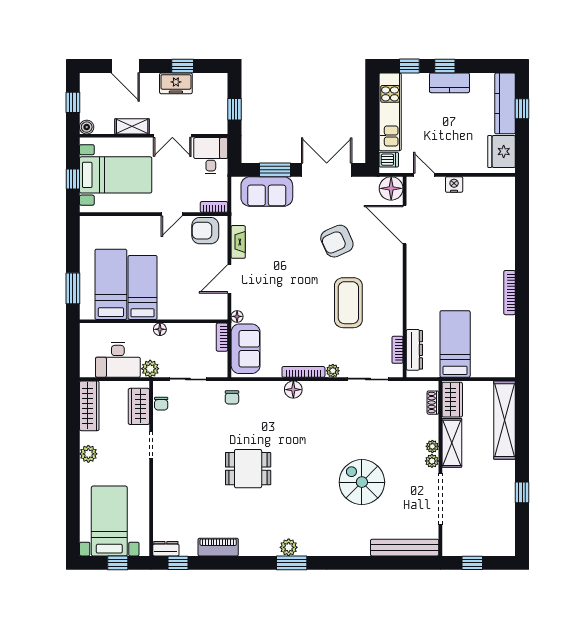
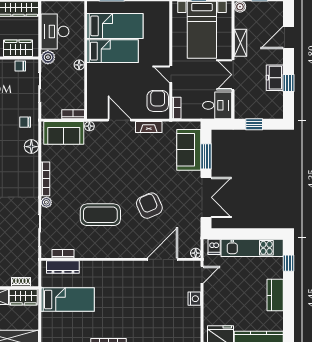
window: (445, 66) -> (288, 291), removed
floor lamp: (391, 188) -> (196, 253), width x0.53, depth x0.53
floor lamp: (293, 390) -> (31, 147), moved

